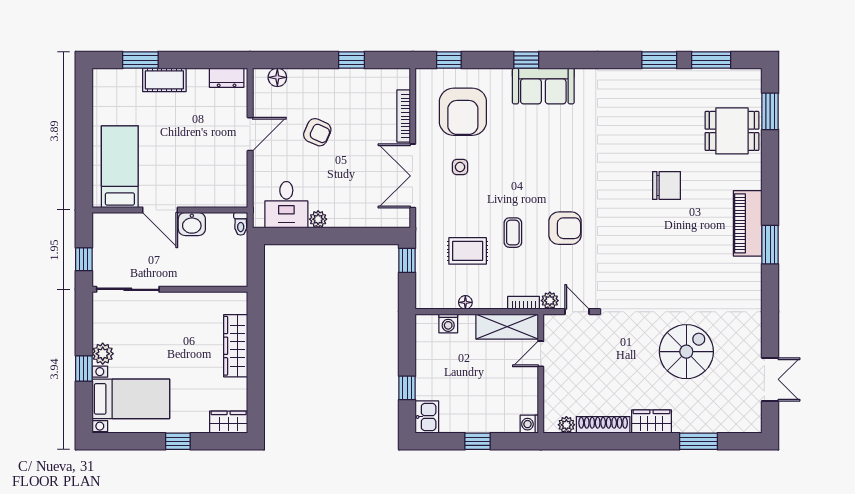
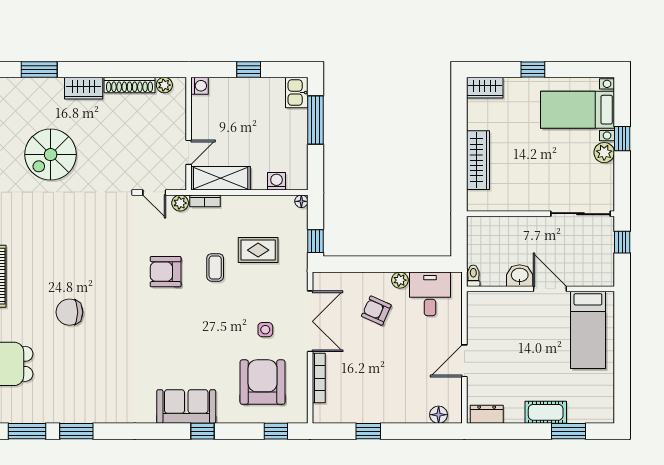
armchair: (317, 132) -> (376, 311), moved
floor lamp: (465, 302) -> (301, 201), moved
window: (407, 388) -> (316, 120), width x2.17

